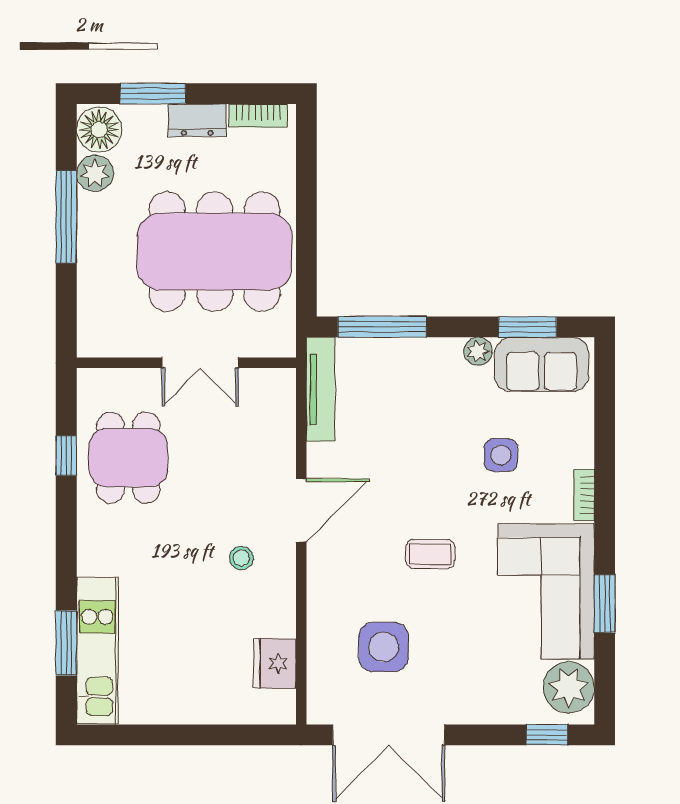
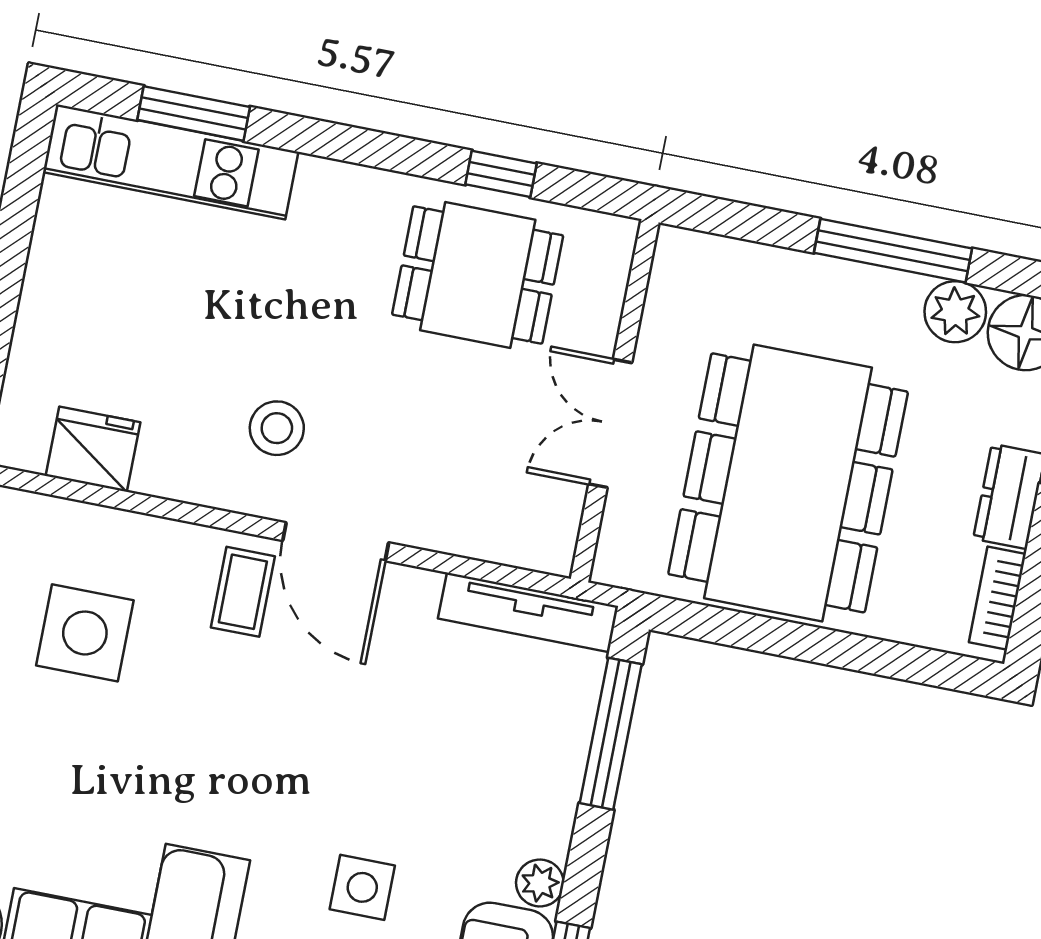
coffee table: (430, 554) -> (243, 592), moved
stool: (241, 558) -> (277, 428), width x1.37, depth x1.37

